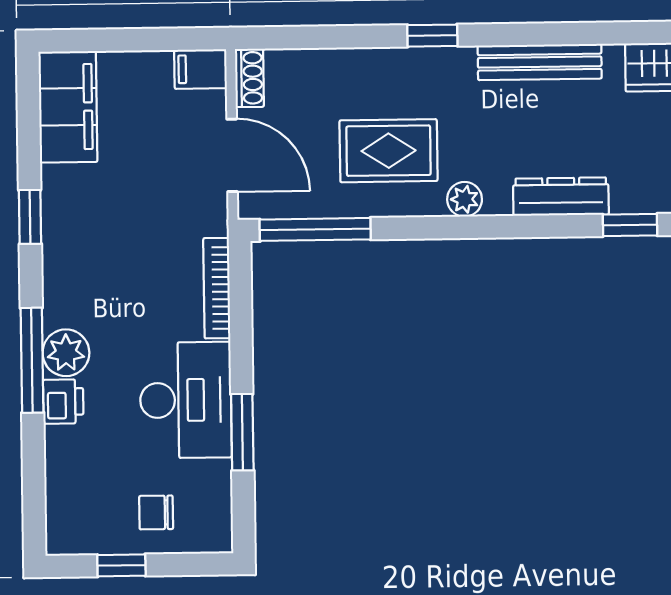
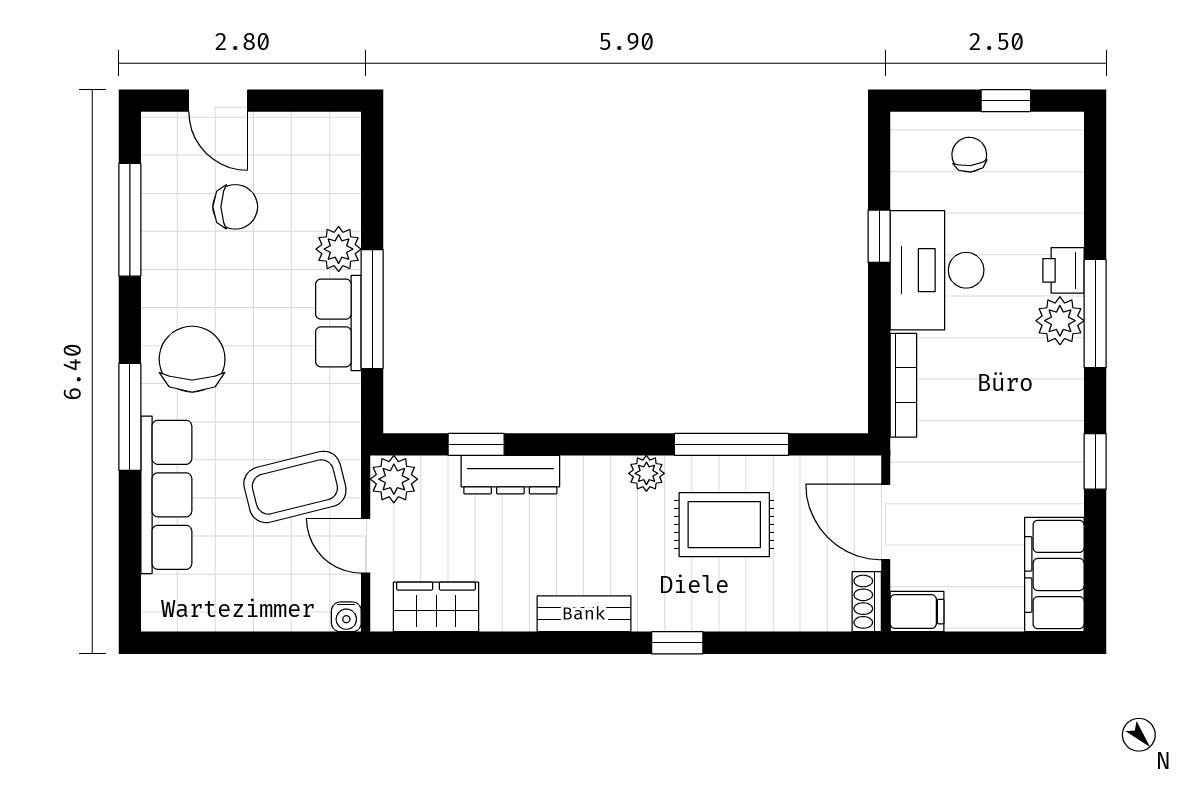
bench: (540, 62) -> (584, 614), width x0.73
dresser: (561, 197) -> (510, 475), moved
window: (315, 229) -> (731, 444), moved
window: (242, 432) -> (879, 236), width x0.67
chair: (156, 512) -> (969, 155), turned -96

